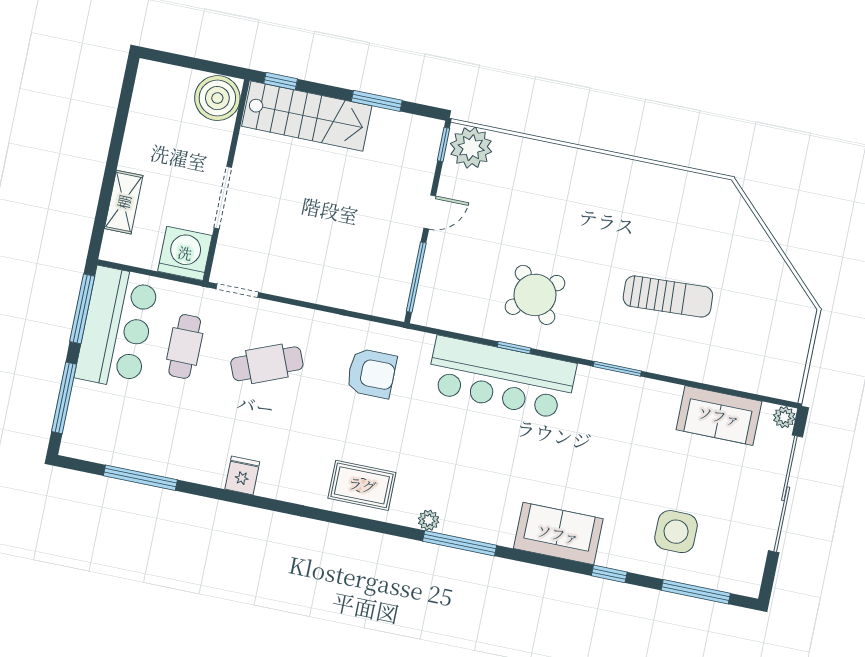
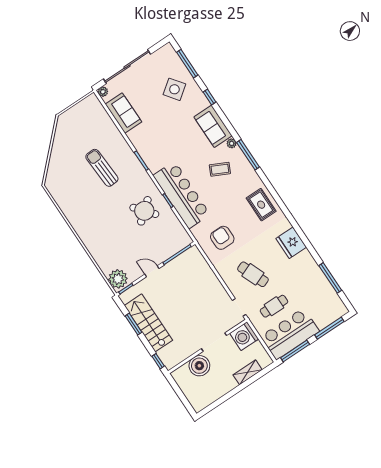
boiler: (217, 98) -> (199, 366), moved
stairs: (307, 116) -> (148, 323), moved
fridge: (242, 475) -> (291, 243), width x1.88, depth x1.34
coffee table: (481, 477) -> (220, 169), added
plant: (429, 520) -> (232, 143), moved
side table: (676, 532) -> (174, 89), turned -37

